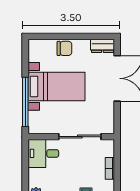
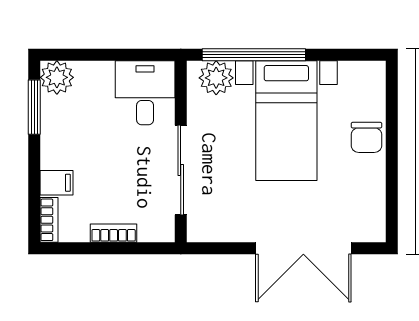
dresser: (102, 46) -> (372, 217), removed
plant: (36, 120) -> (216, 78), added

